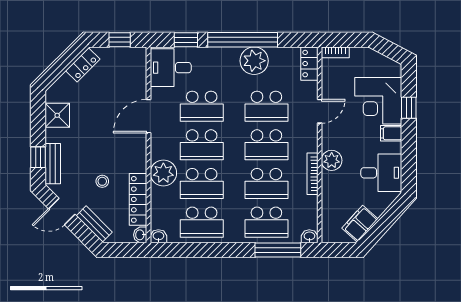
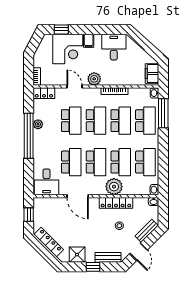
window: (186, 40) -> (29, 172), removed
plant: (254, 61) -> (38, 124), width x0.53, depth x0.53
locker: (83, 65) -> (49, 242), width x1.53
window: (409, 108) -> (61, 29), moved
window: (38, 157) -> (93, 267), moved
plant: (332, 160) -> (94, 79), moved
locker: (138, 199) -> (116, 203), moved
filing cabinet: (360, 224) -> (152, 73), moved, turned 48

